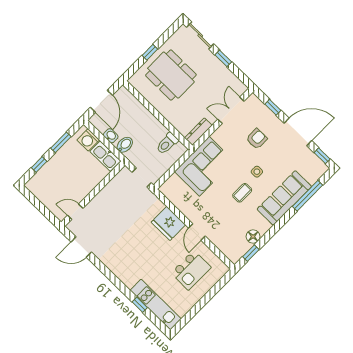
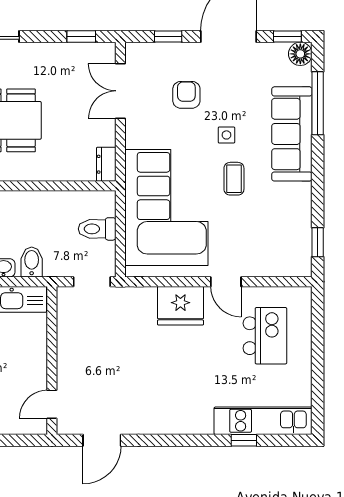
window: (223, 58) -> (81, 36), moved
dresser: (198, 132) -> (106, 164), width x0.70
toilet: (167, 144) -> (97, 229), moved, turned 90
corner sofa: (204, 166) -> (166, 208), width x1.36, depth x1.36
floor lamp: (253, 237) -> (300, 54), moved

